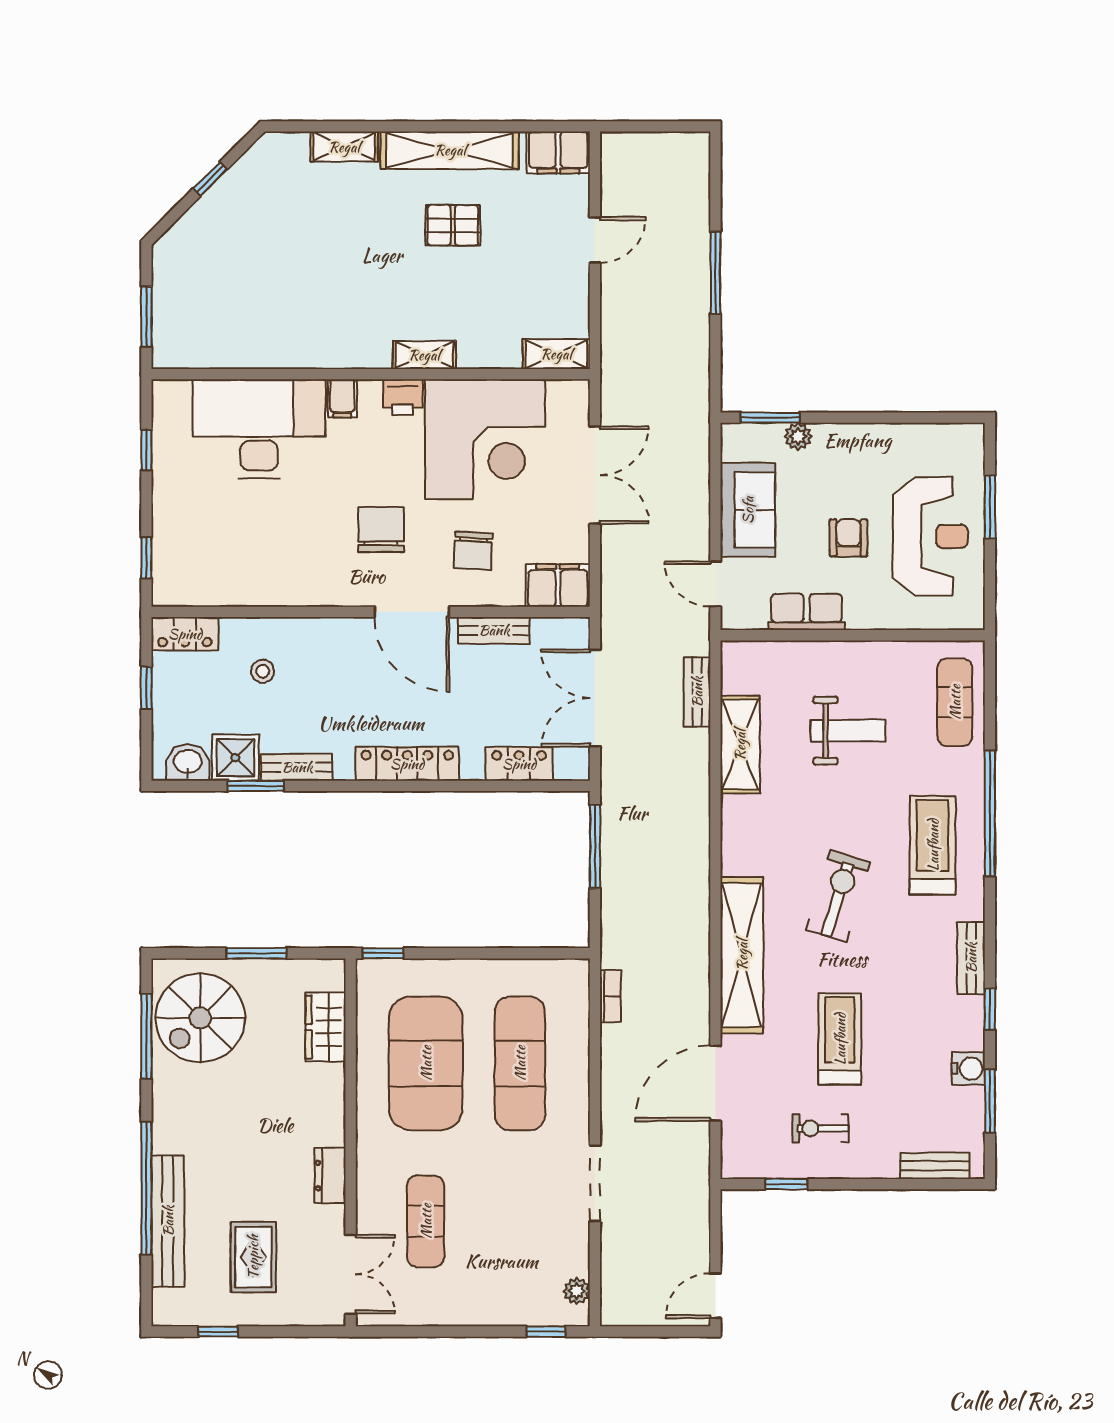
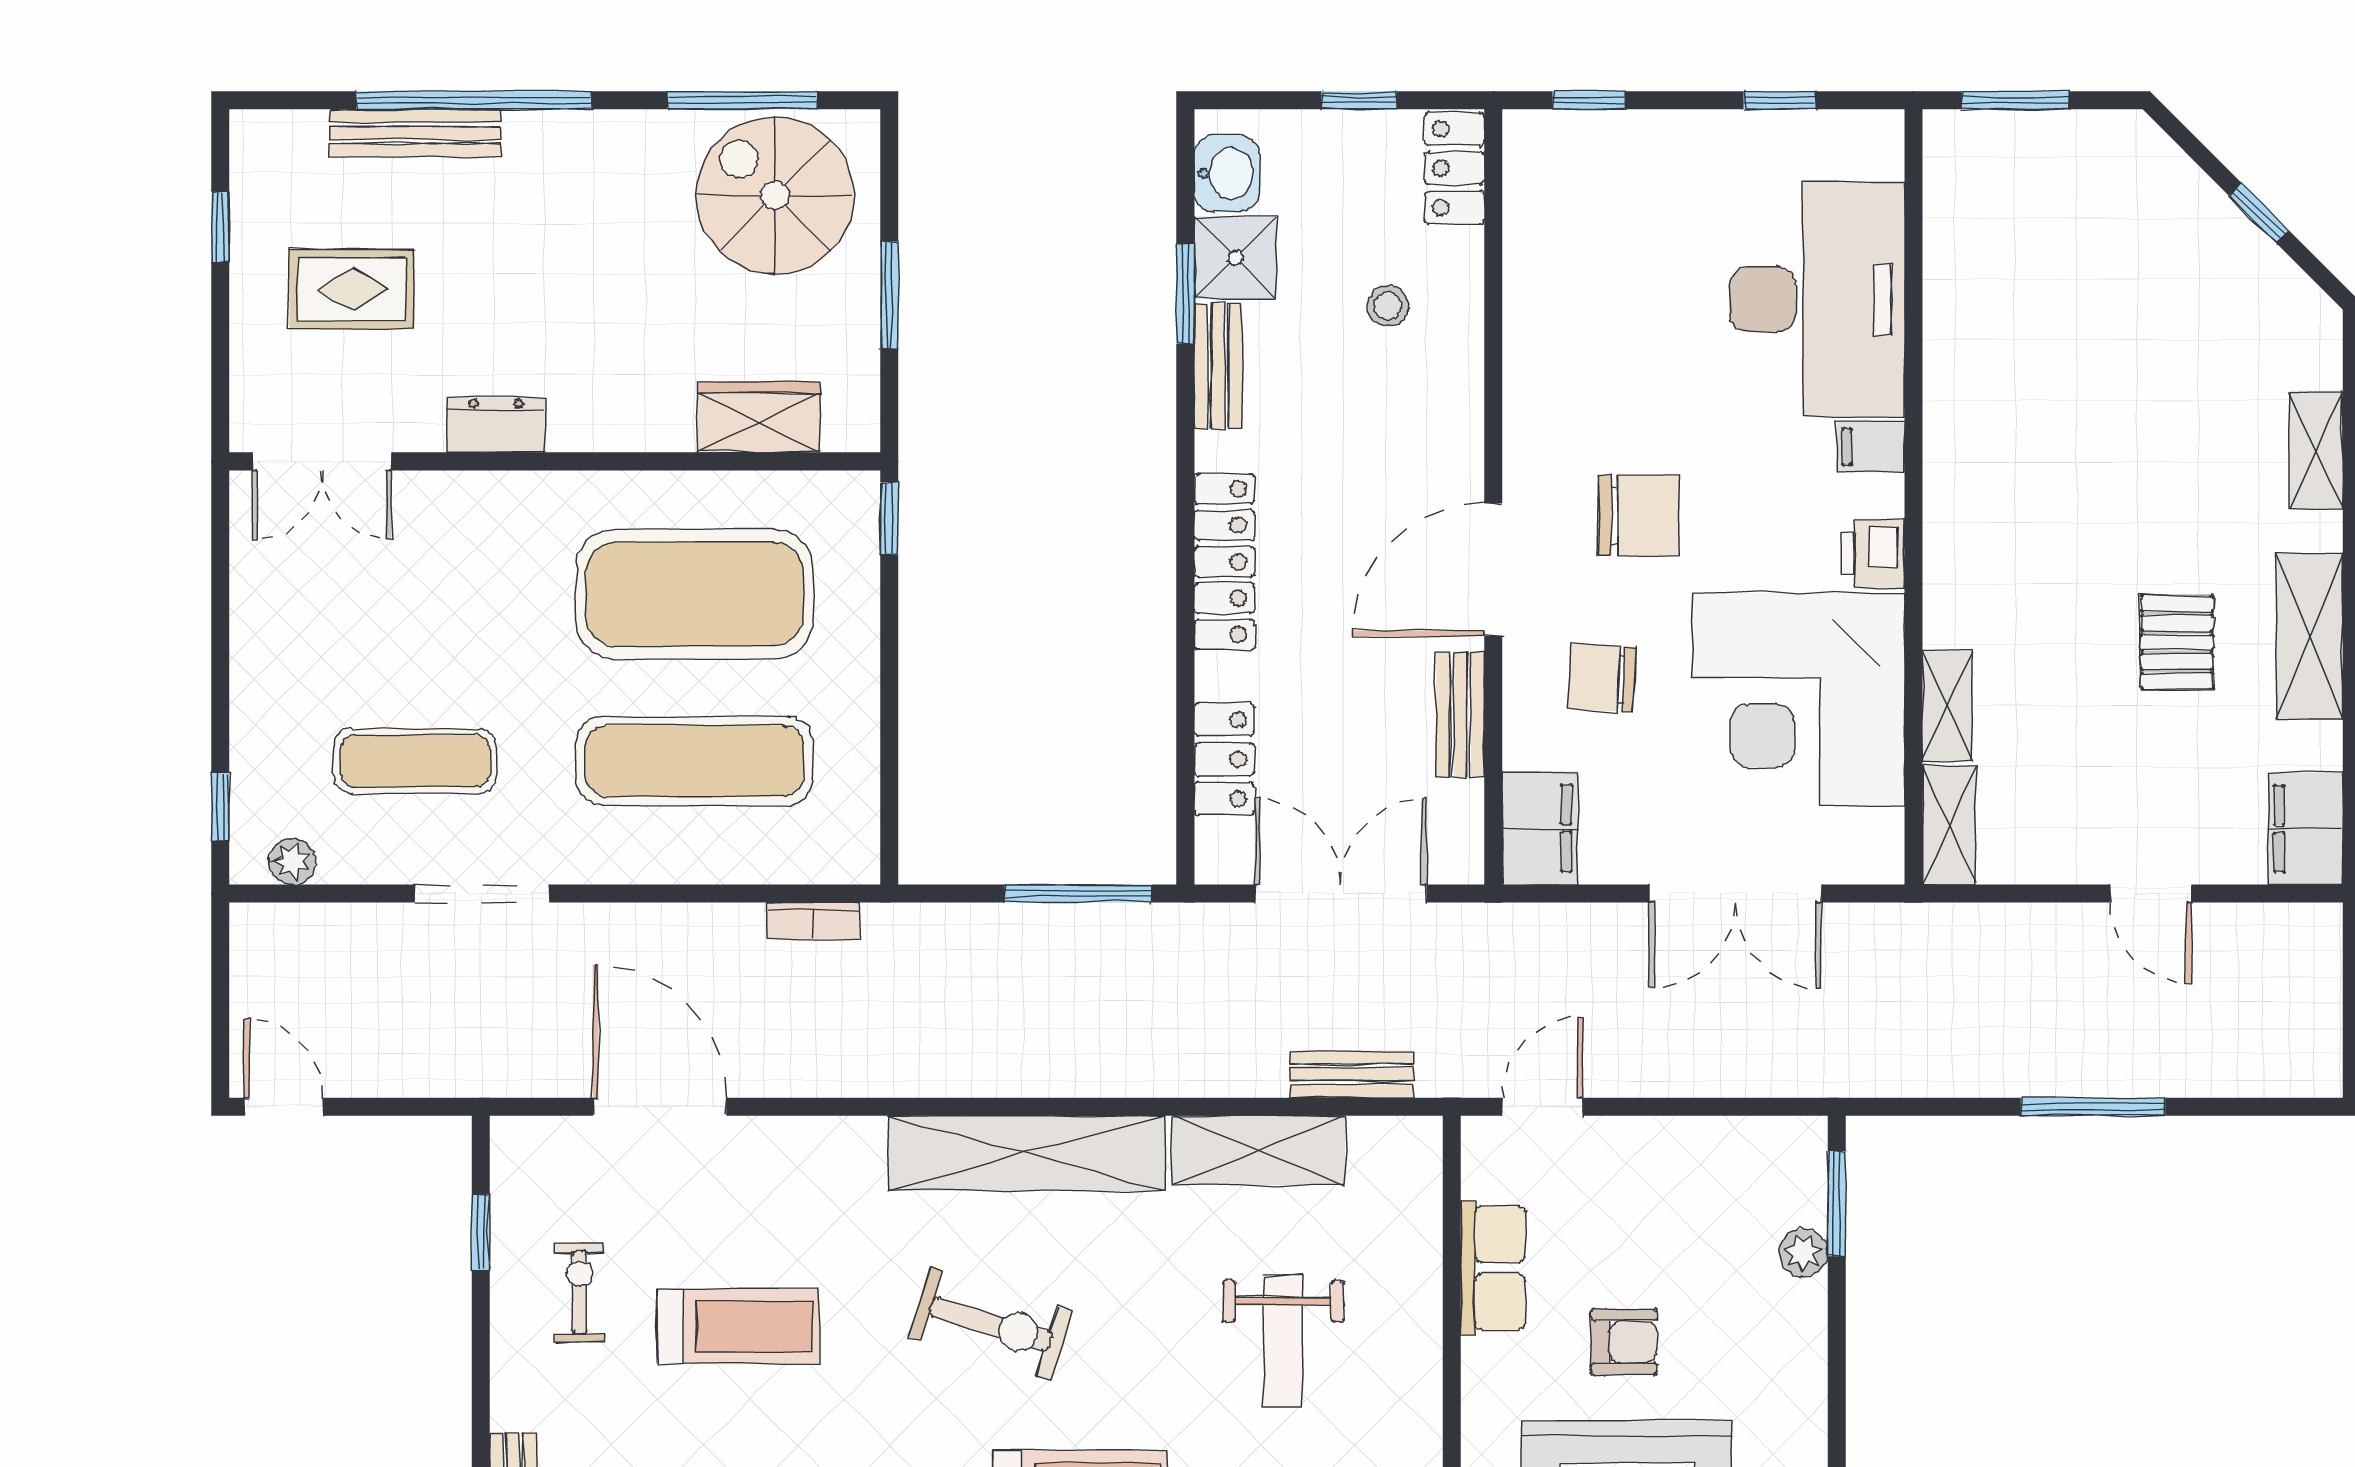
shelving: (450, 150) -> (2310, 636), width x0.68
shelving: (424, 355) -> (1947, 706), moved
sofa: (748, 510) -> (1674, 1164), removed
shelving: (742, 955) -> (1026, 1153), moved
bench: (168, 1221) -> (415, 133), width x0.73, depth x0.82
exercise mat: (426, 1221) -> (415, 761), moved

